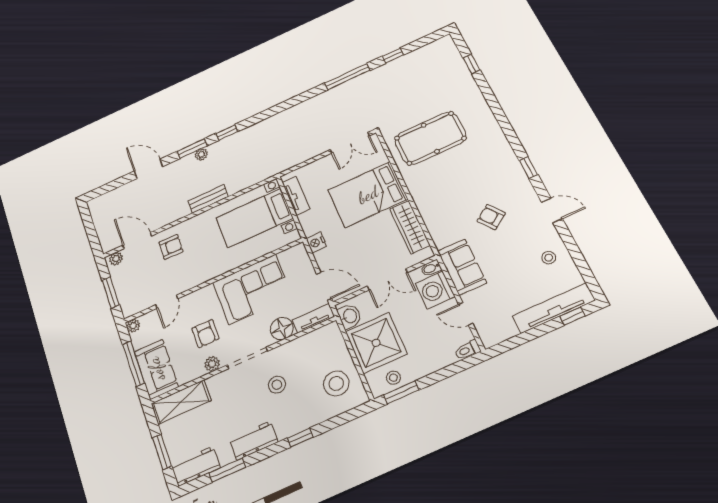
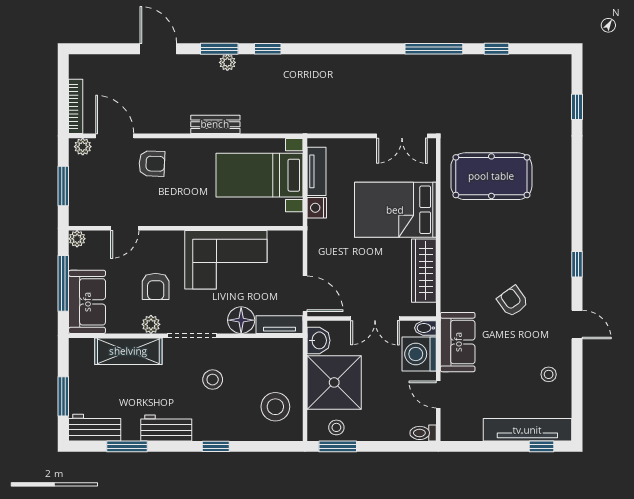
bookcase: (102, 234) -> (76, 106), added
nightstand: (316, 242) -> (317, 208), moved
shelving: (181, 402) -> (128, 351), moved

